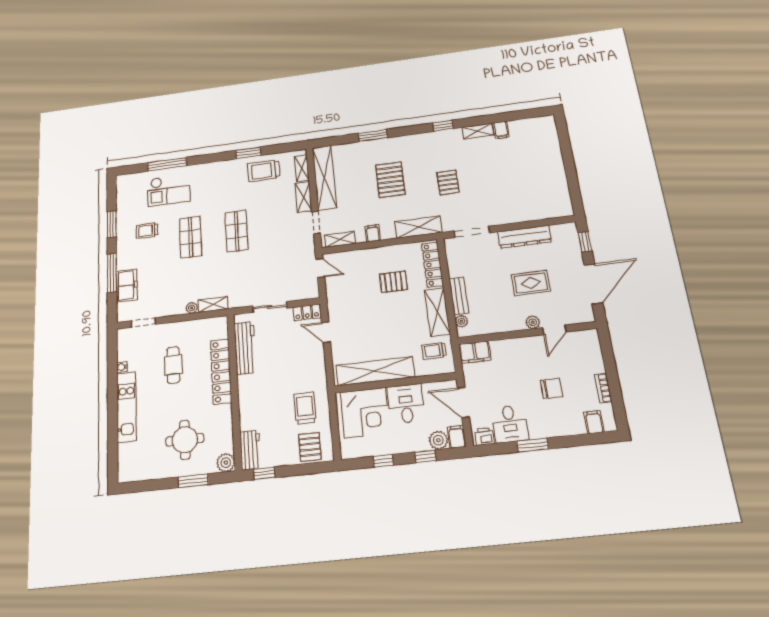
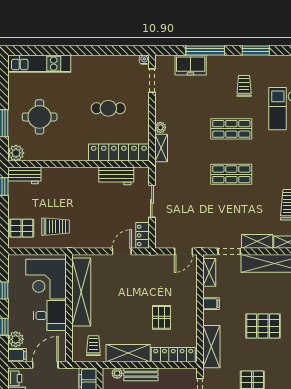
workbench: (245, 348) -> (116, 176), width x0.73
water cooler: (122, 367) -> (144, 60), moved
locker: (221, 371) -> (119, 153), moved
kitchen unit: (127, 407) -> (39, 64), moved

